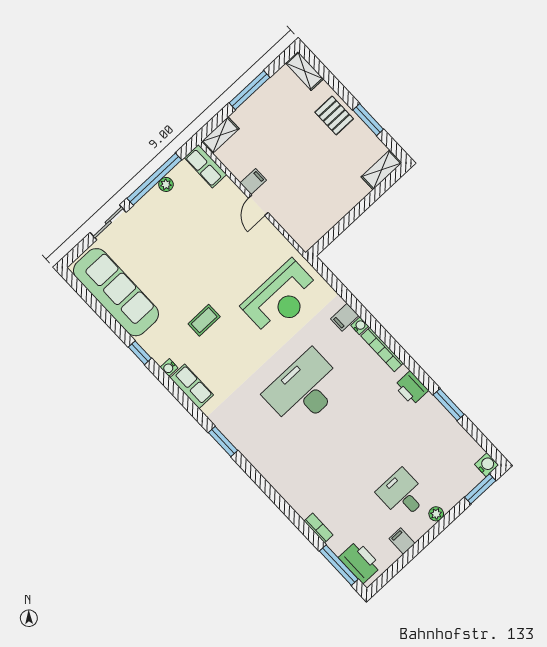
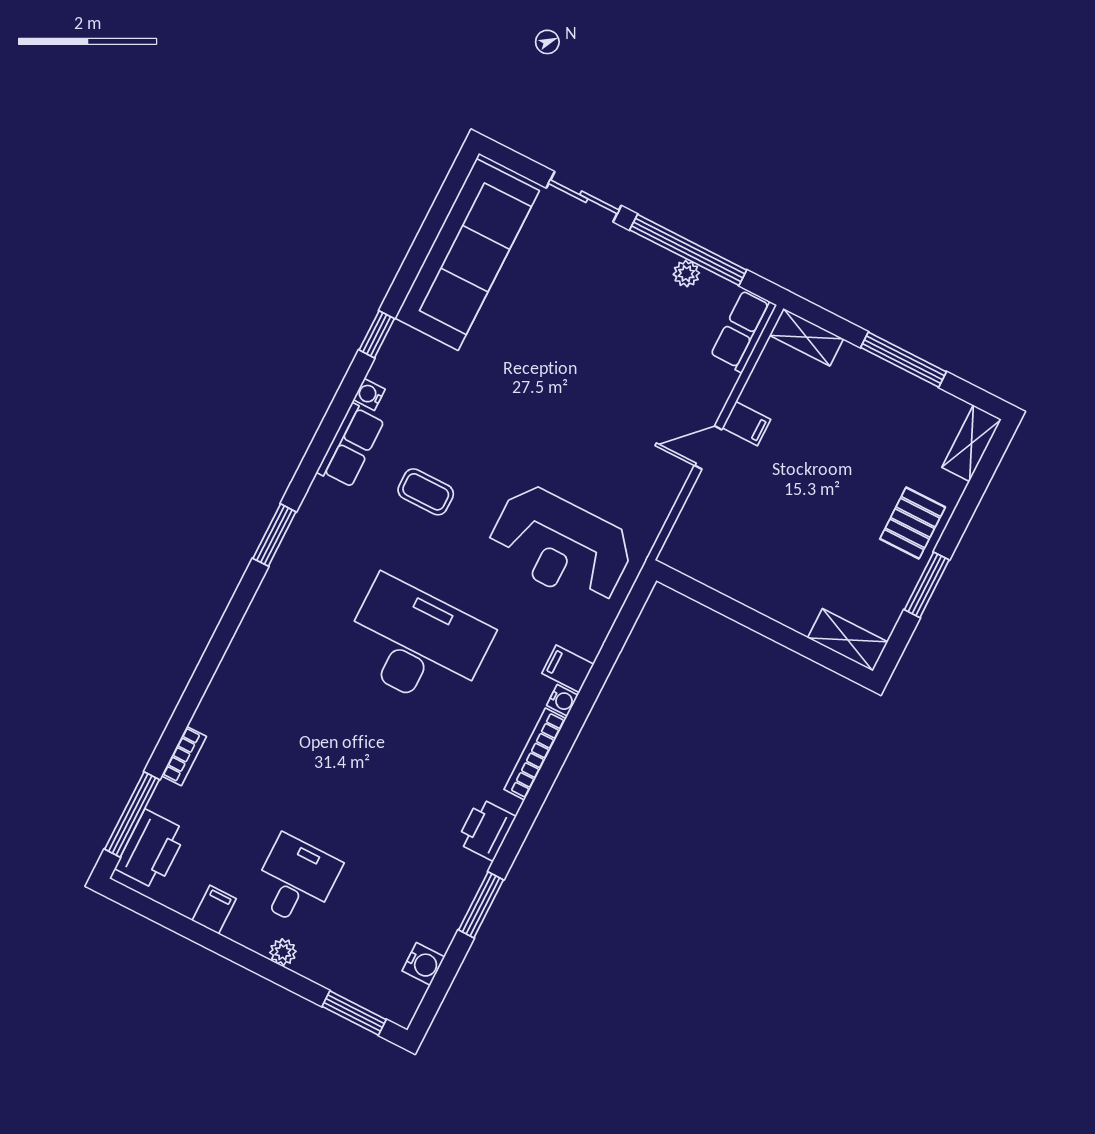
coffee table: (204, 320) -> (426, 492), moved
water cooler: (487, 465) -> (423, 964), moved

